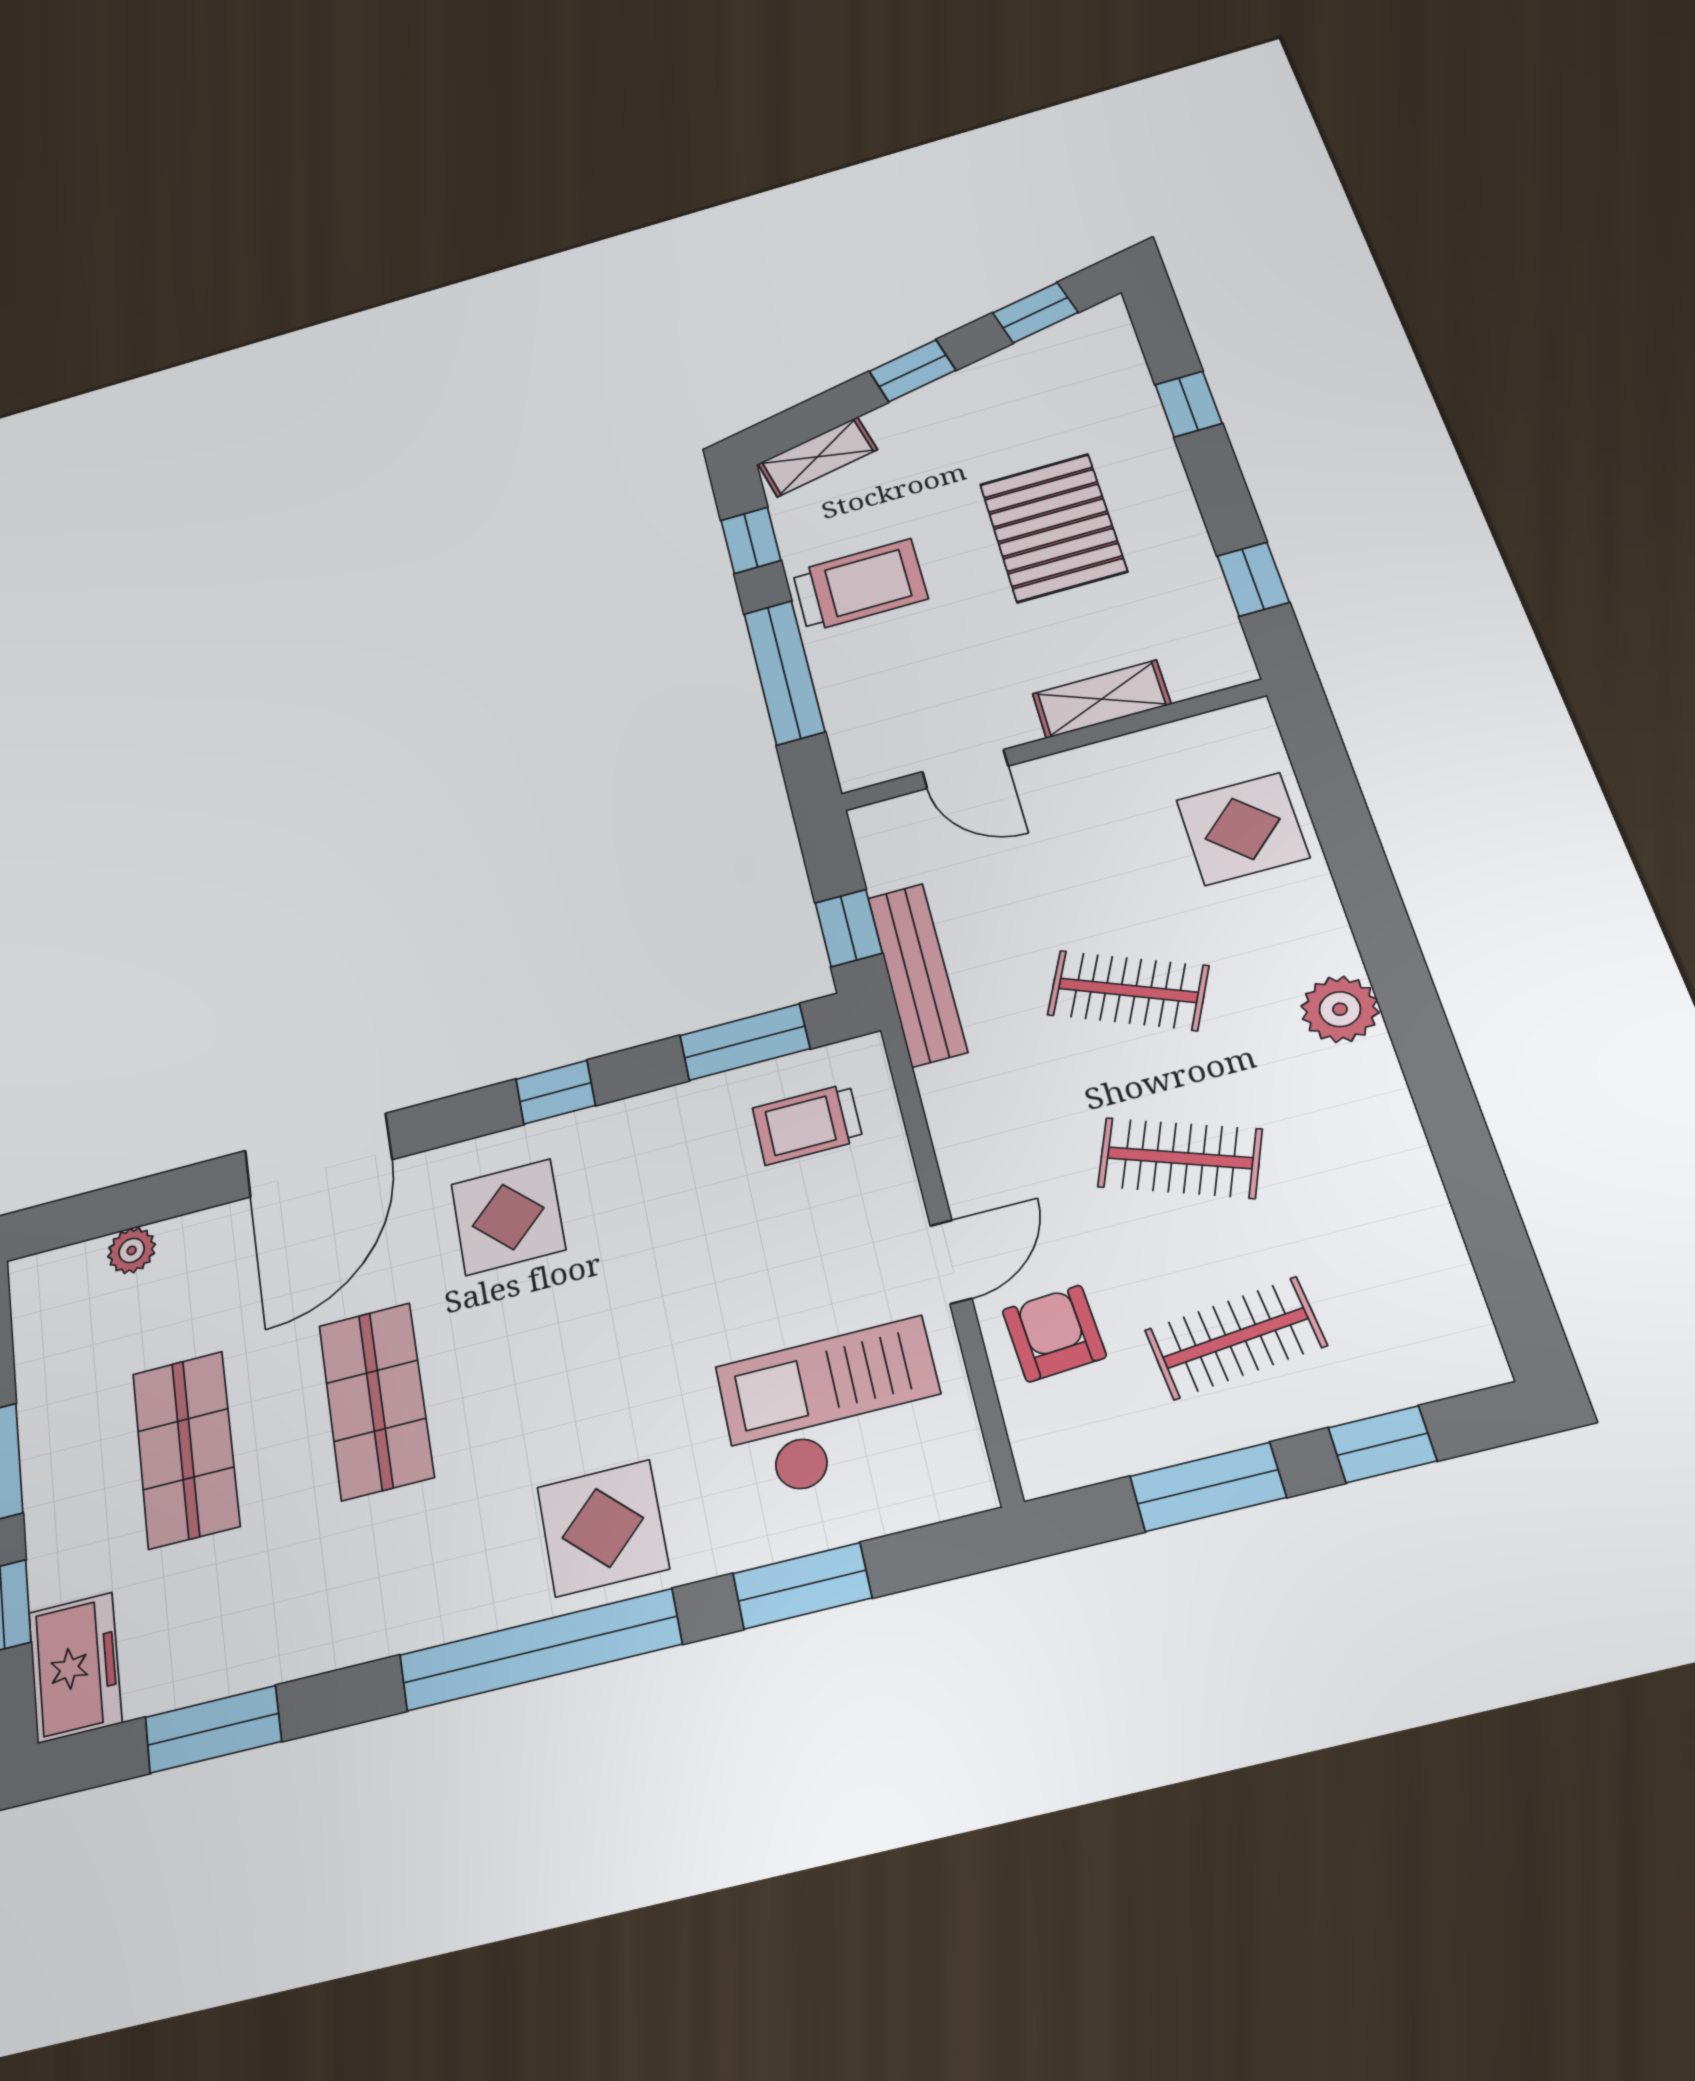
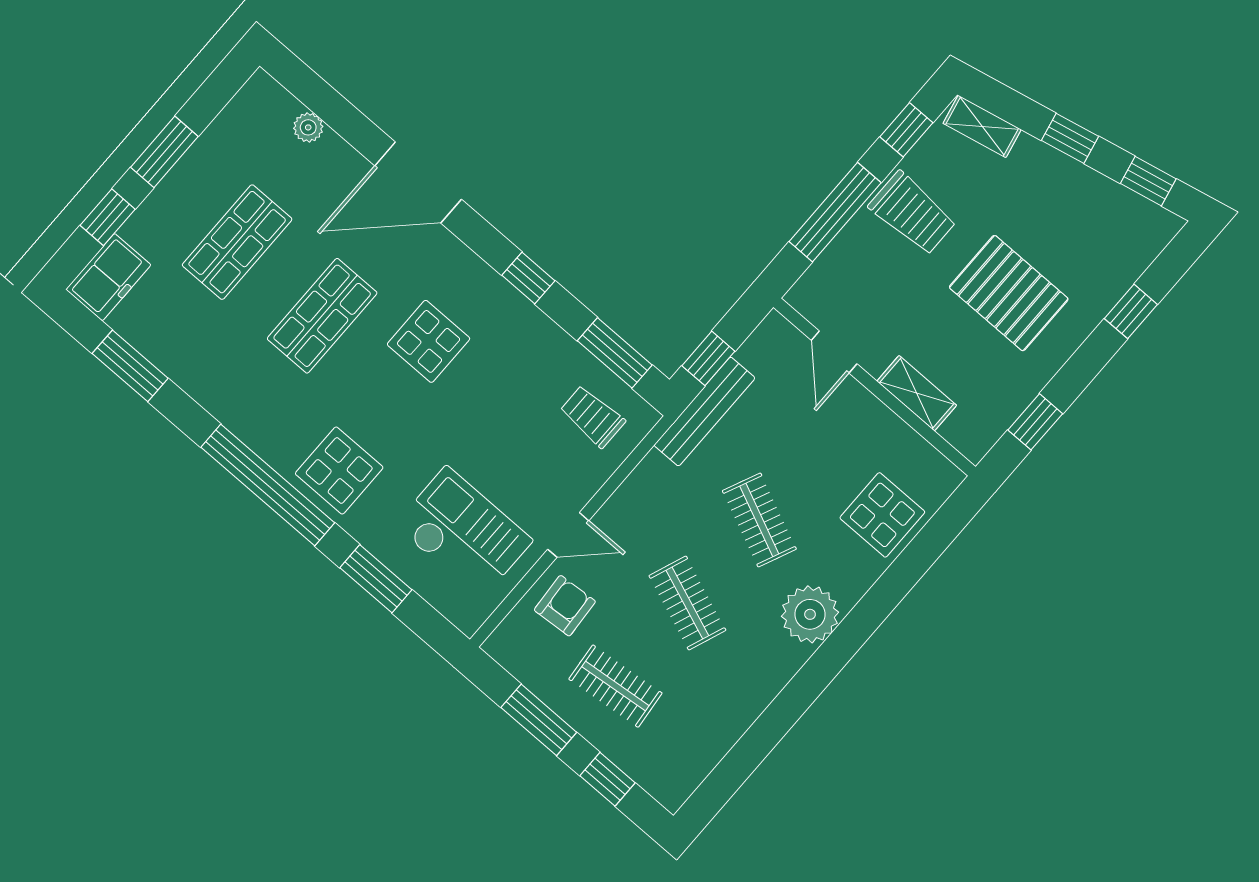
pallet: (1053, 528) -> (1009, 293), turned 90
plant: (1340, 1009) -> (810, 614), width x1.36, depth x1.36
display table: (508, 1217) -> (429, 341), moved

